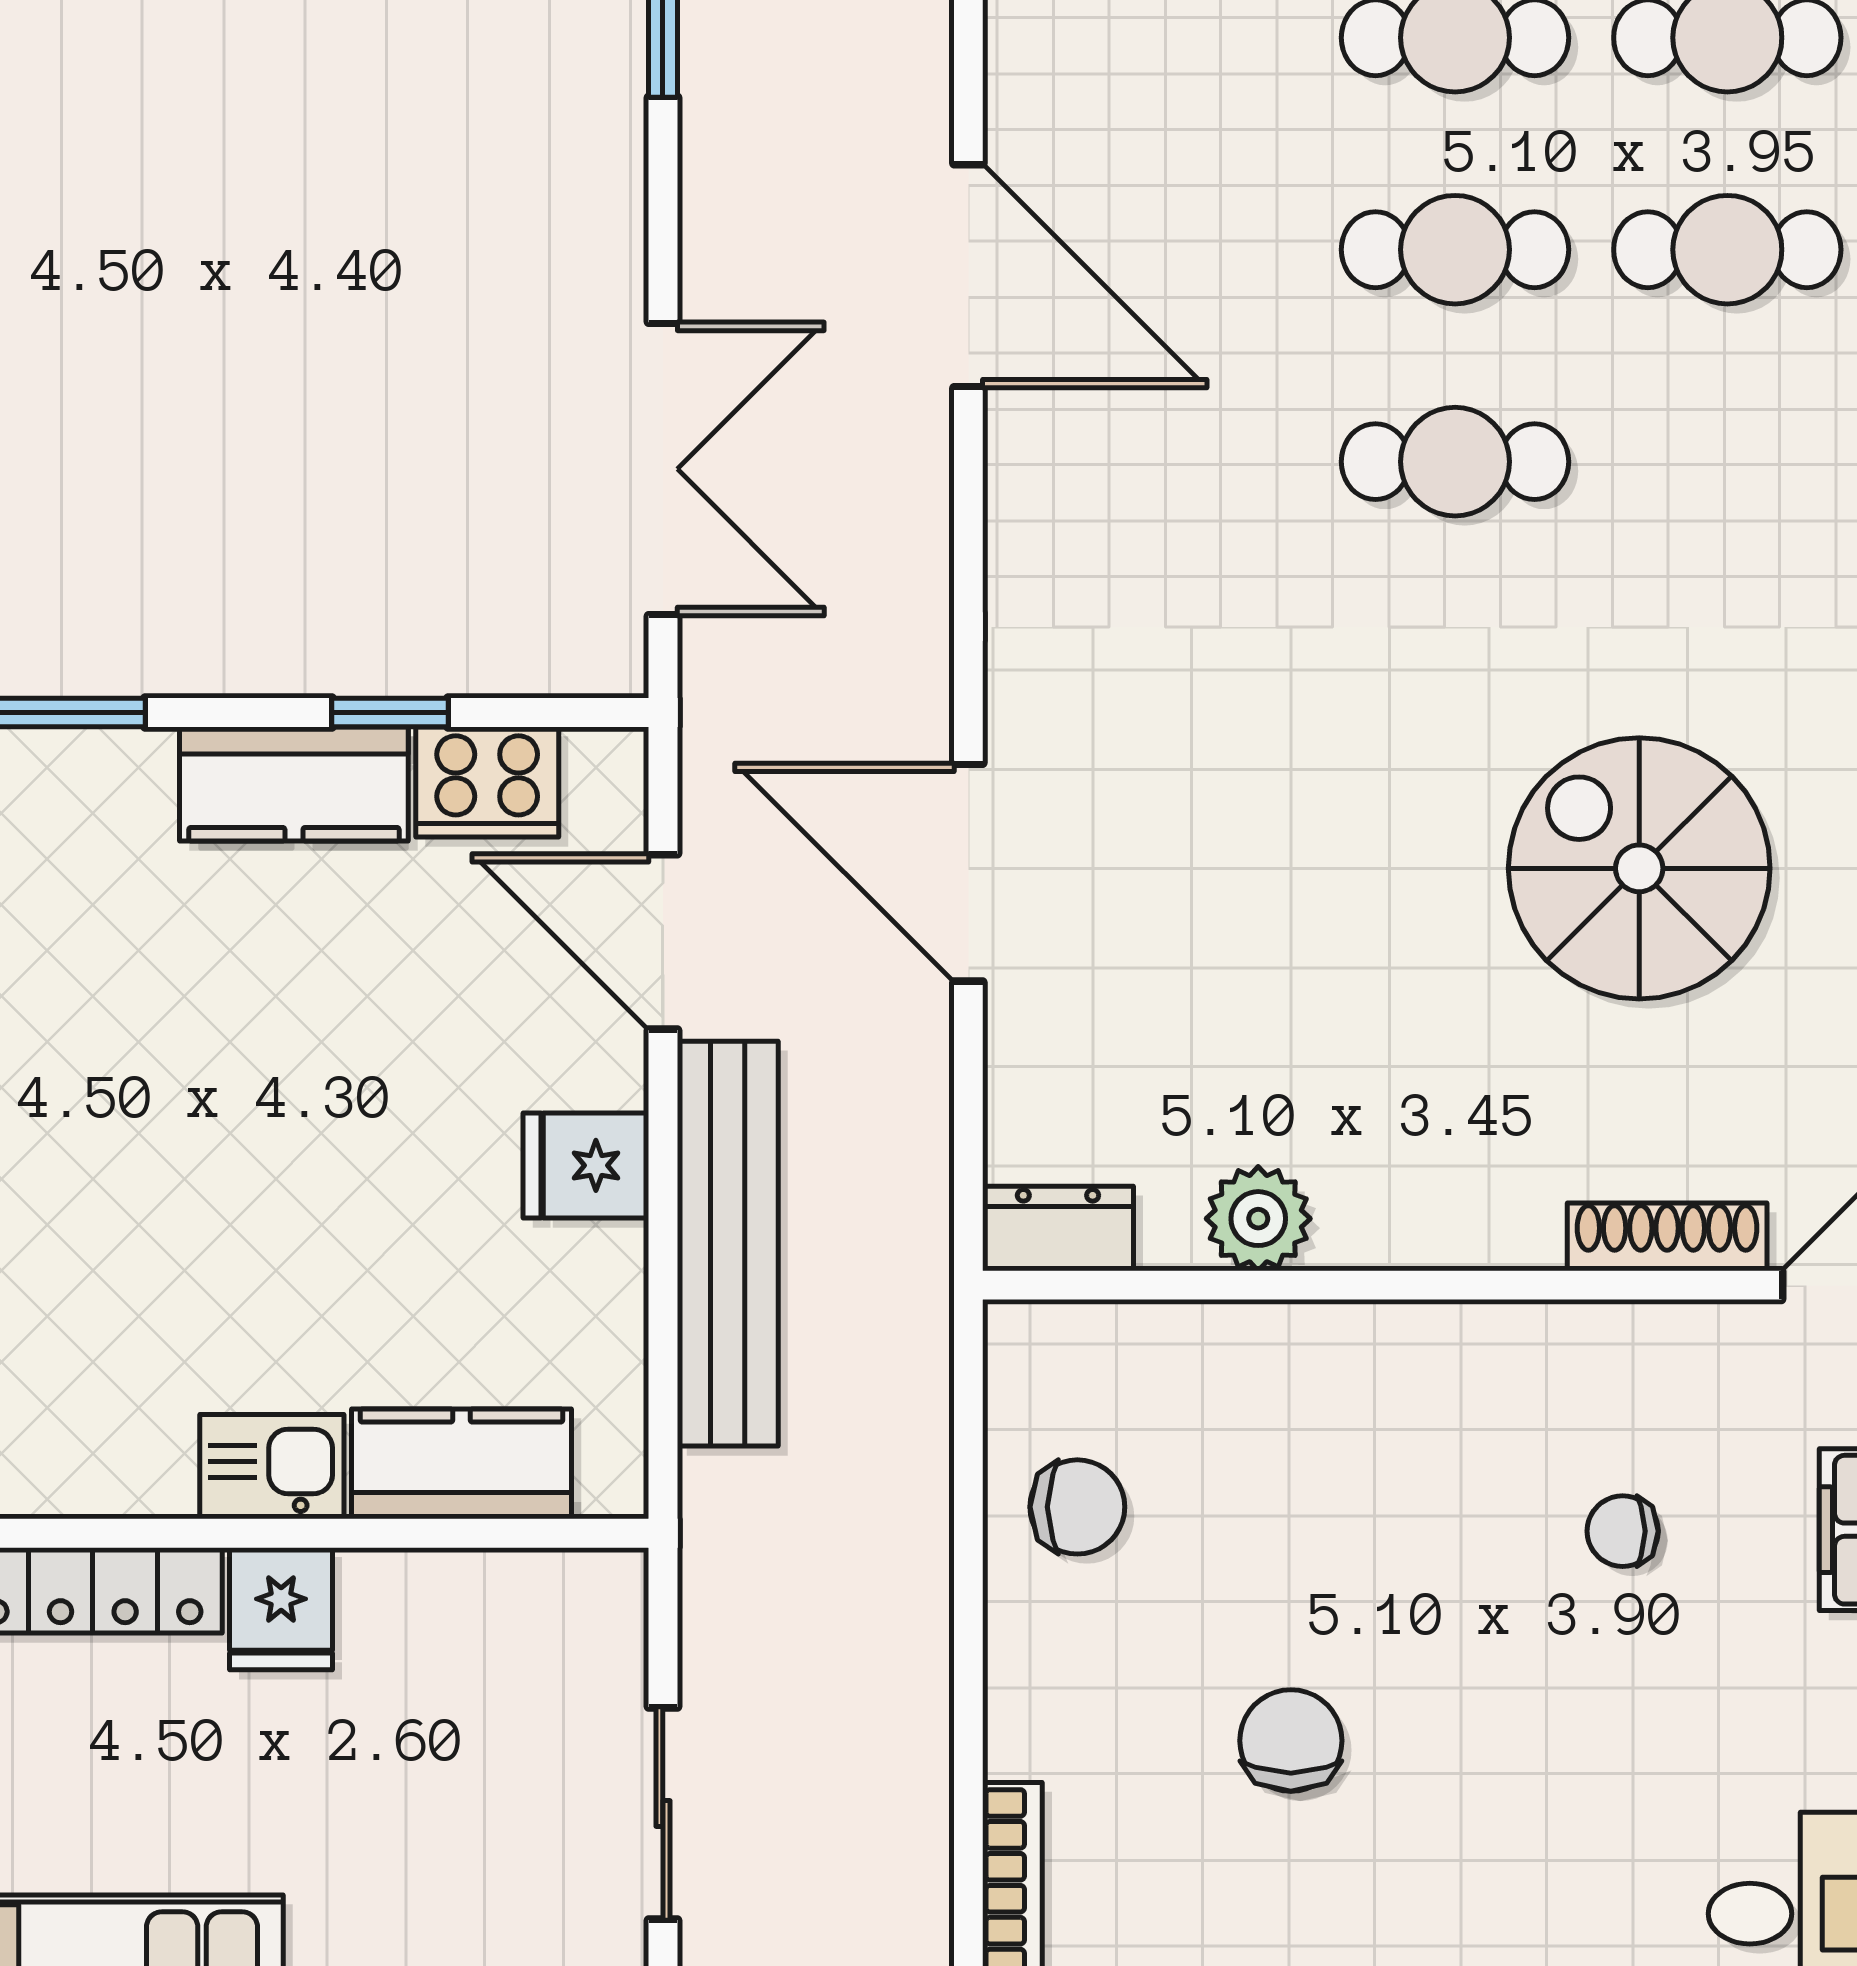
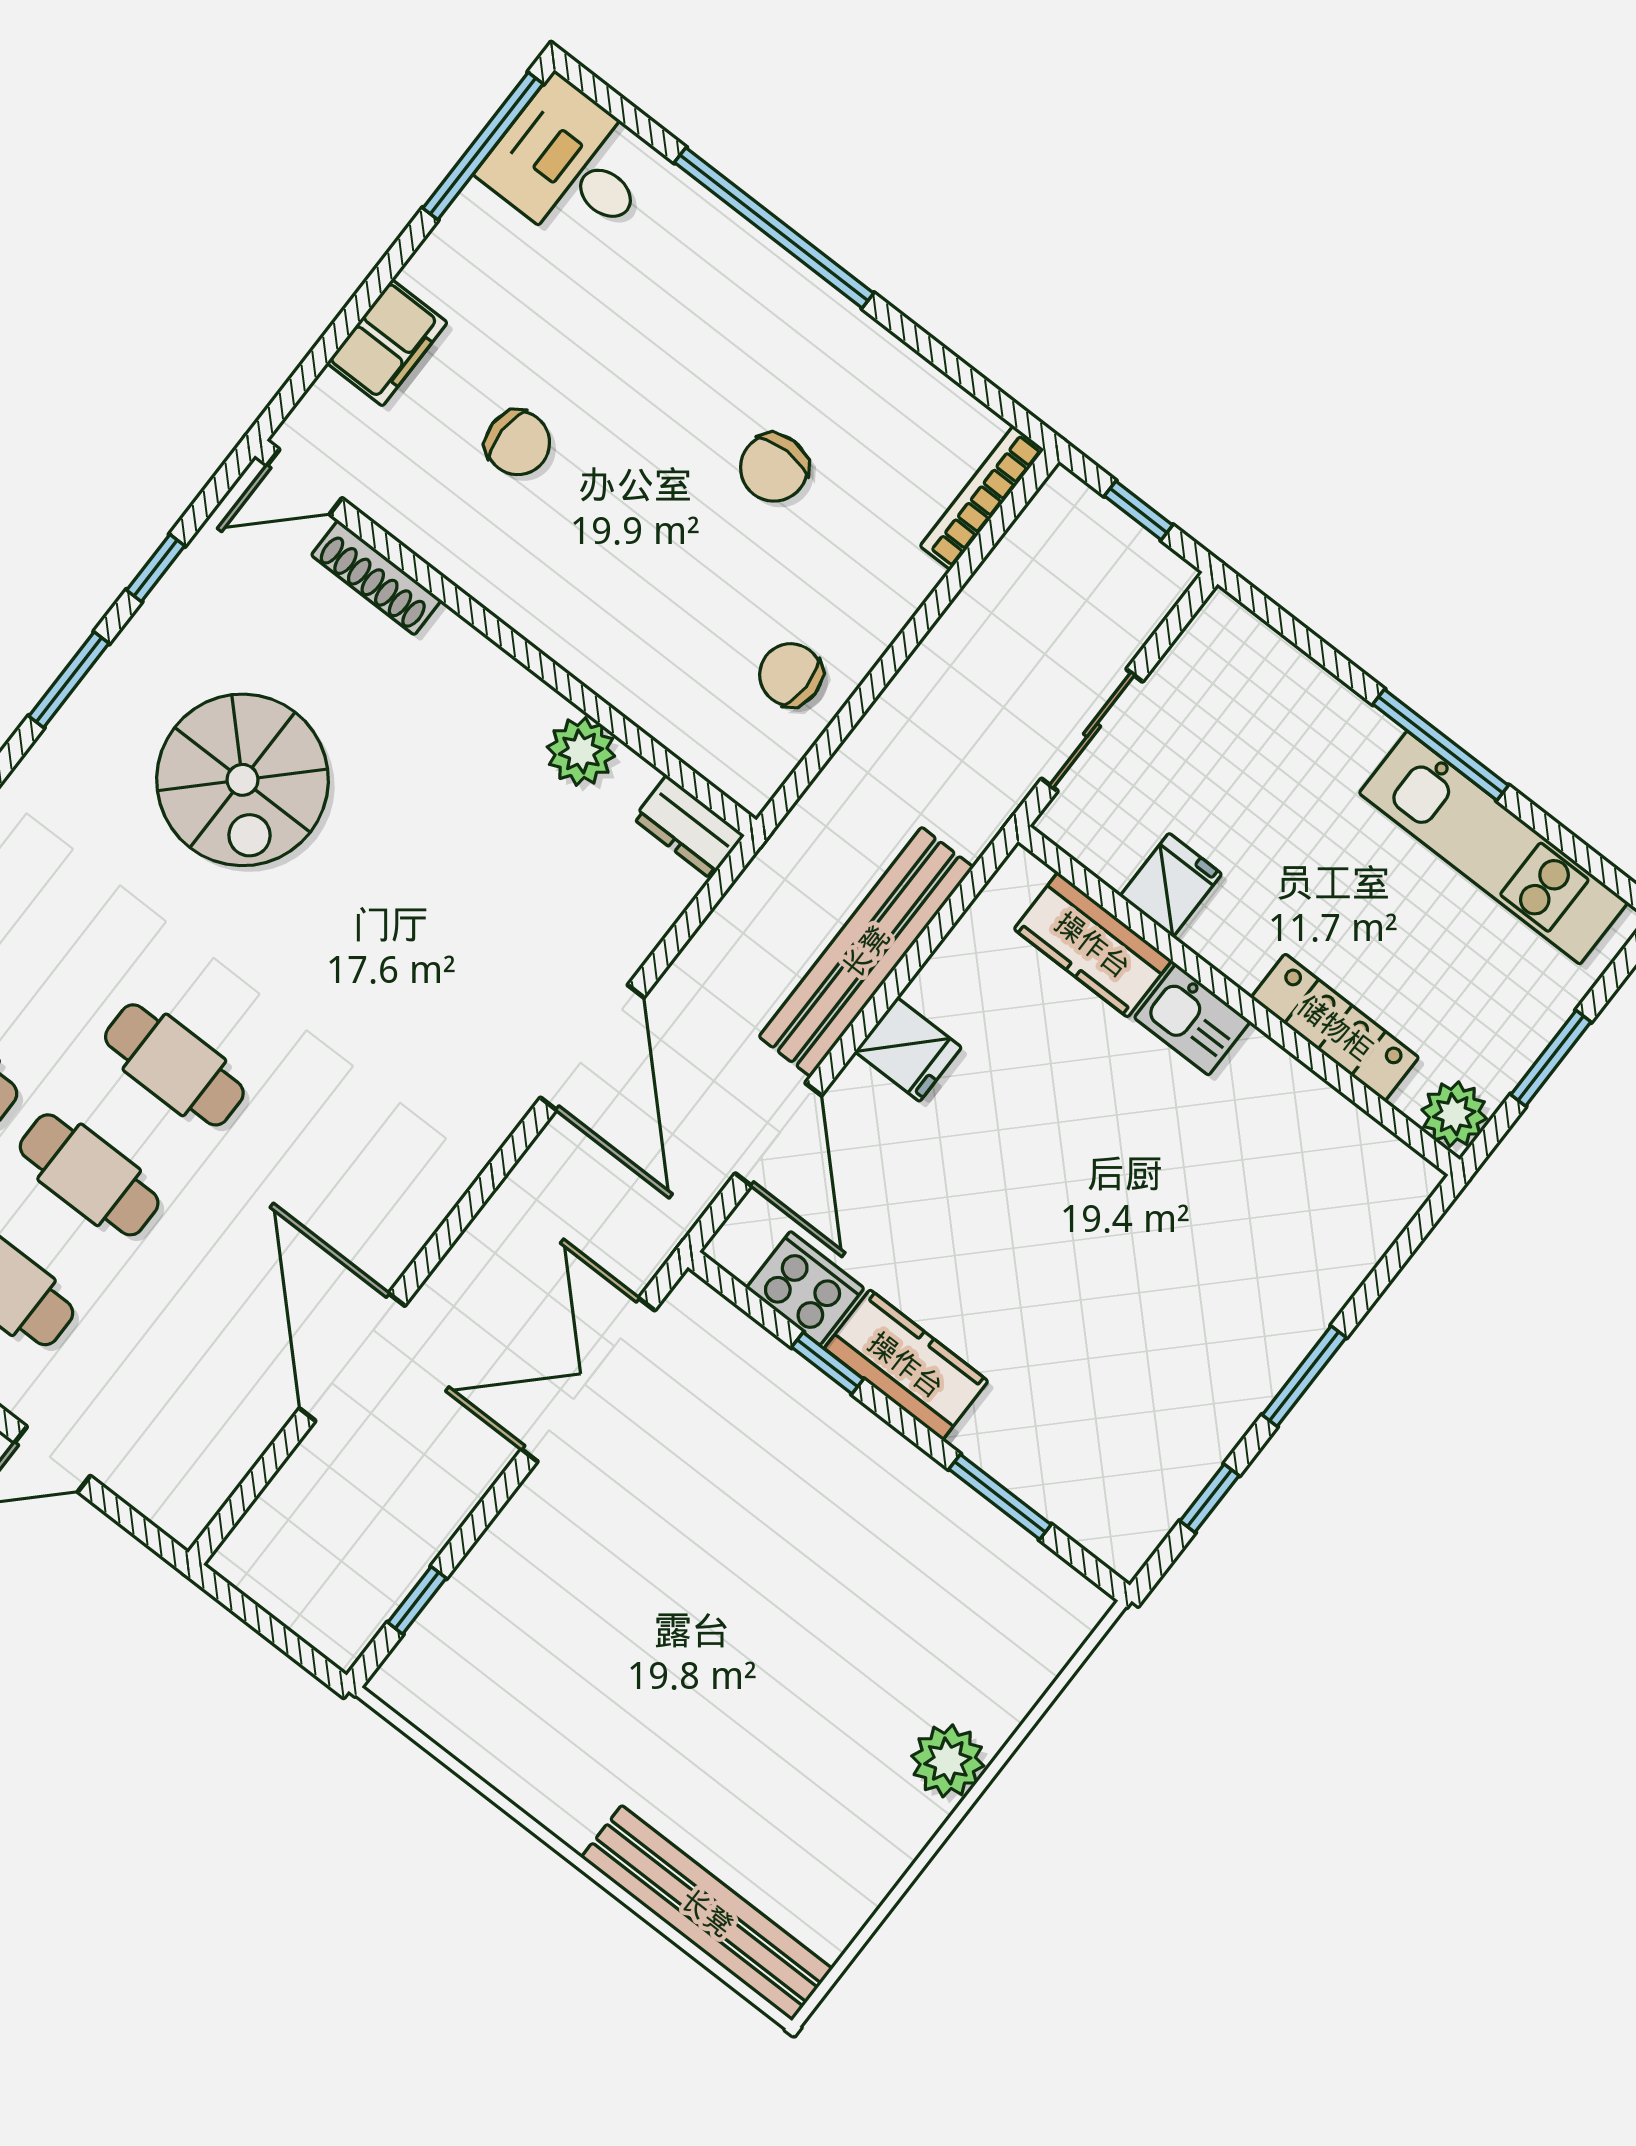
chair: (1623, 1531) -> (518, 443), width x1.37, depth x1.37
fridge: (281, 1609) -> (1171, 885), moved
sliding door: (663, 1814) -> (1092, 730), moved

